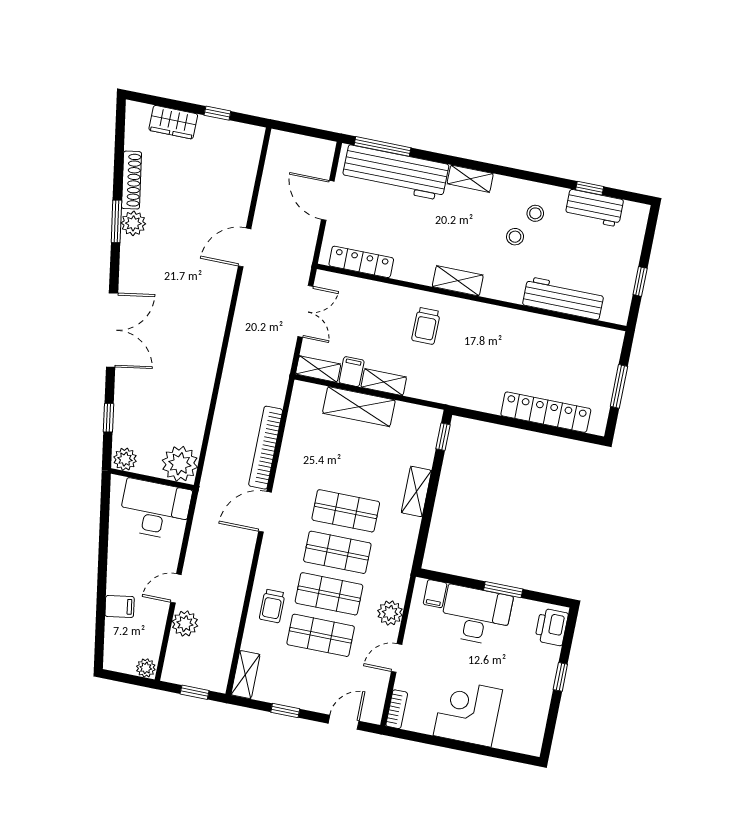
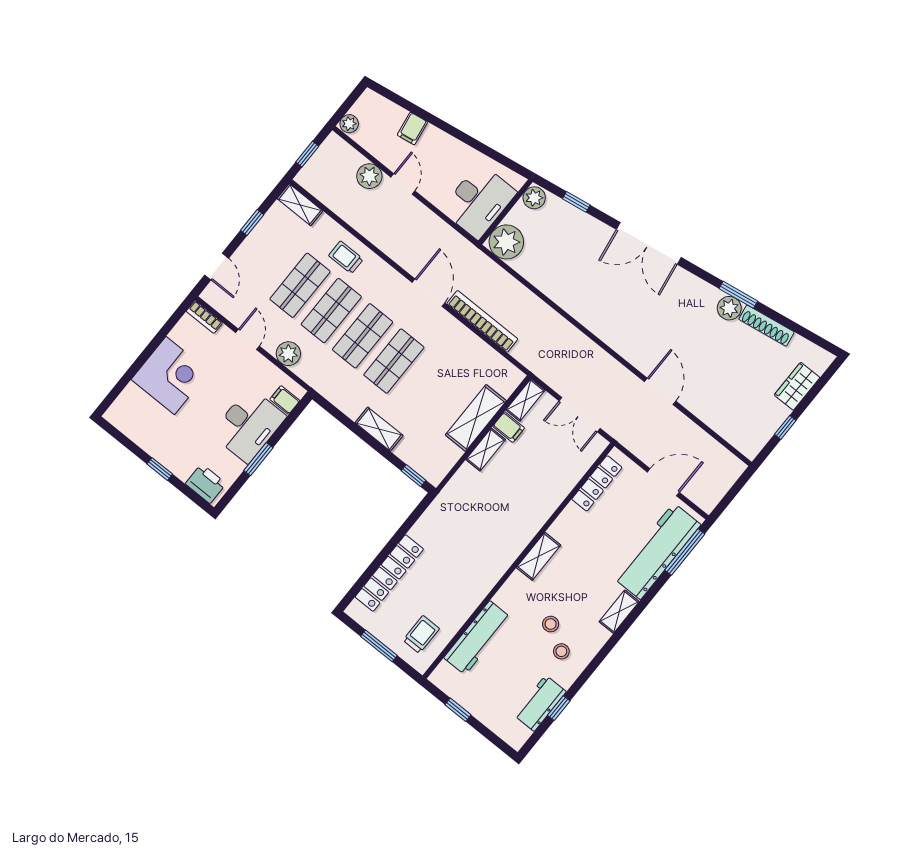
trolley: (426, 326) -> (421, 634), moved, turned 90

